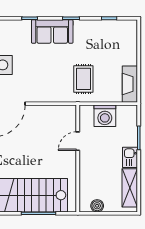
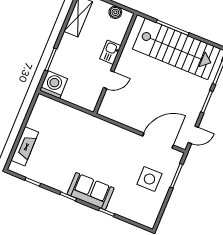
rug: (83, 79) -> (80, 135), removed
fireplace: (130, 84) -> (25, 146), moved
washing machine: (105, 116) -> (54, 85), moved
kitchen sink: (130, 157) -> (110, 52), moved, turned 180

